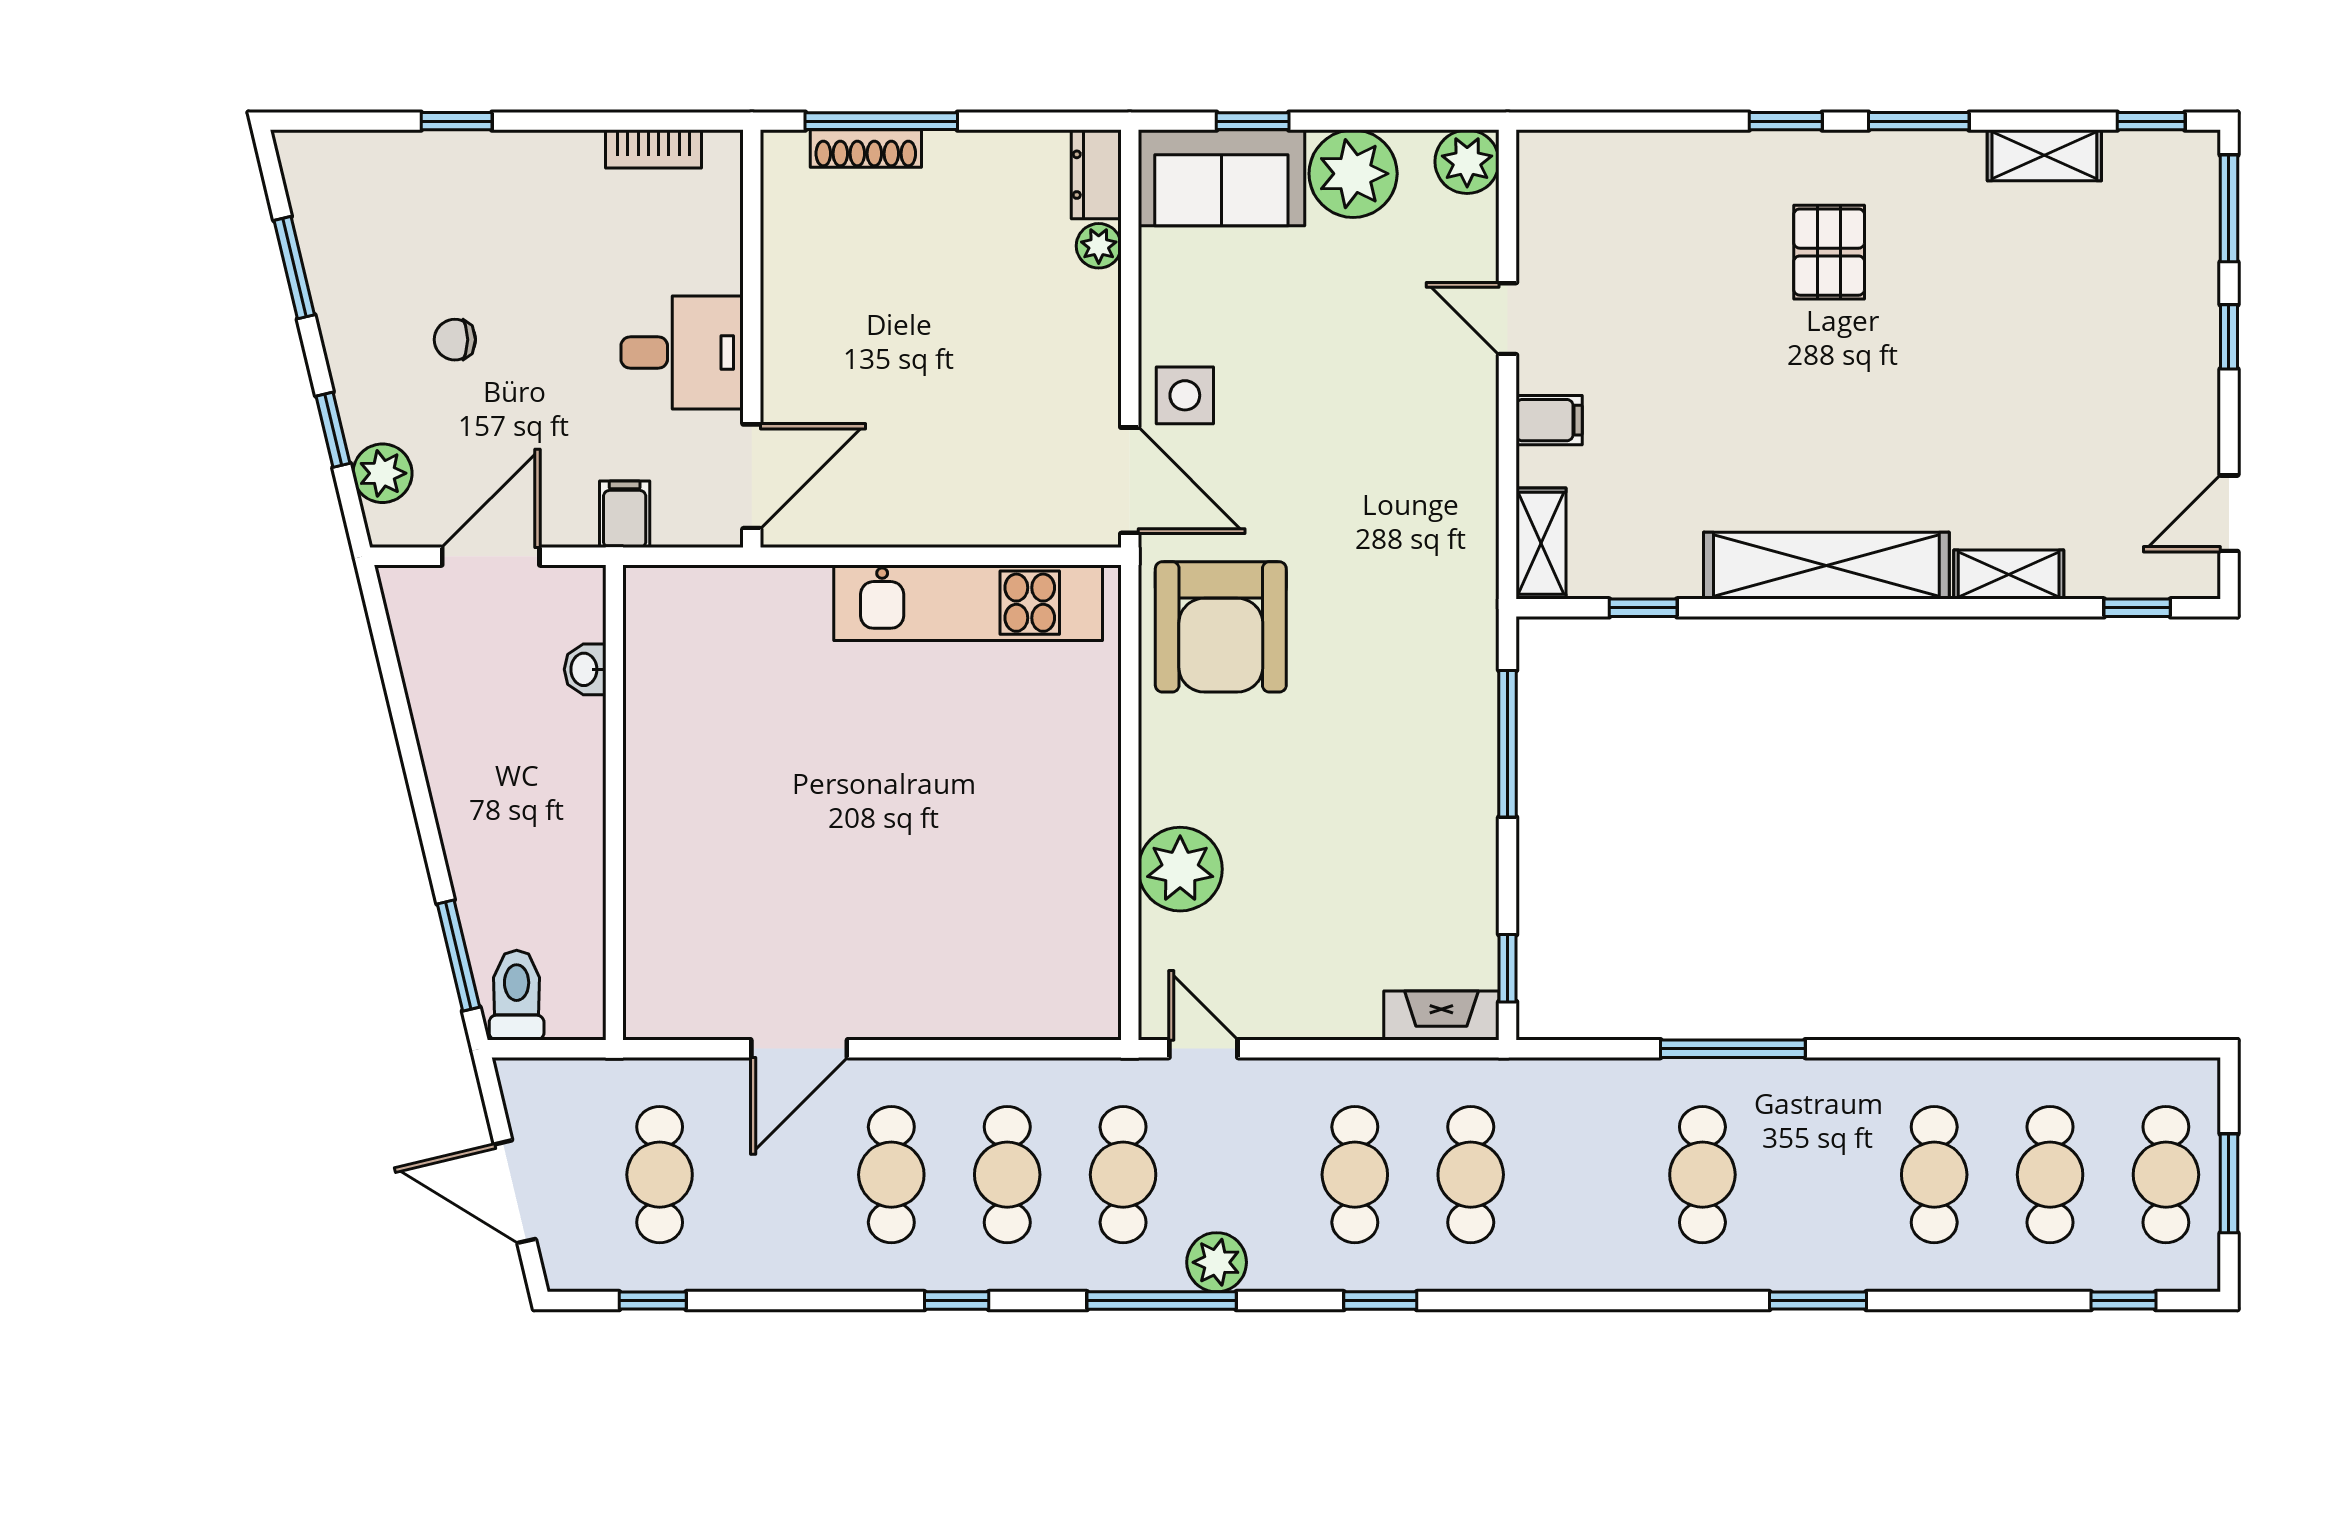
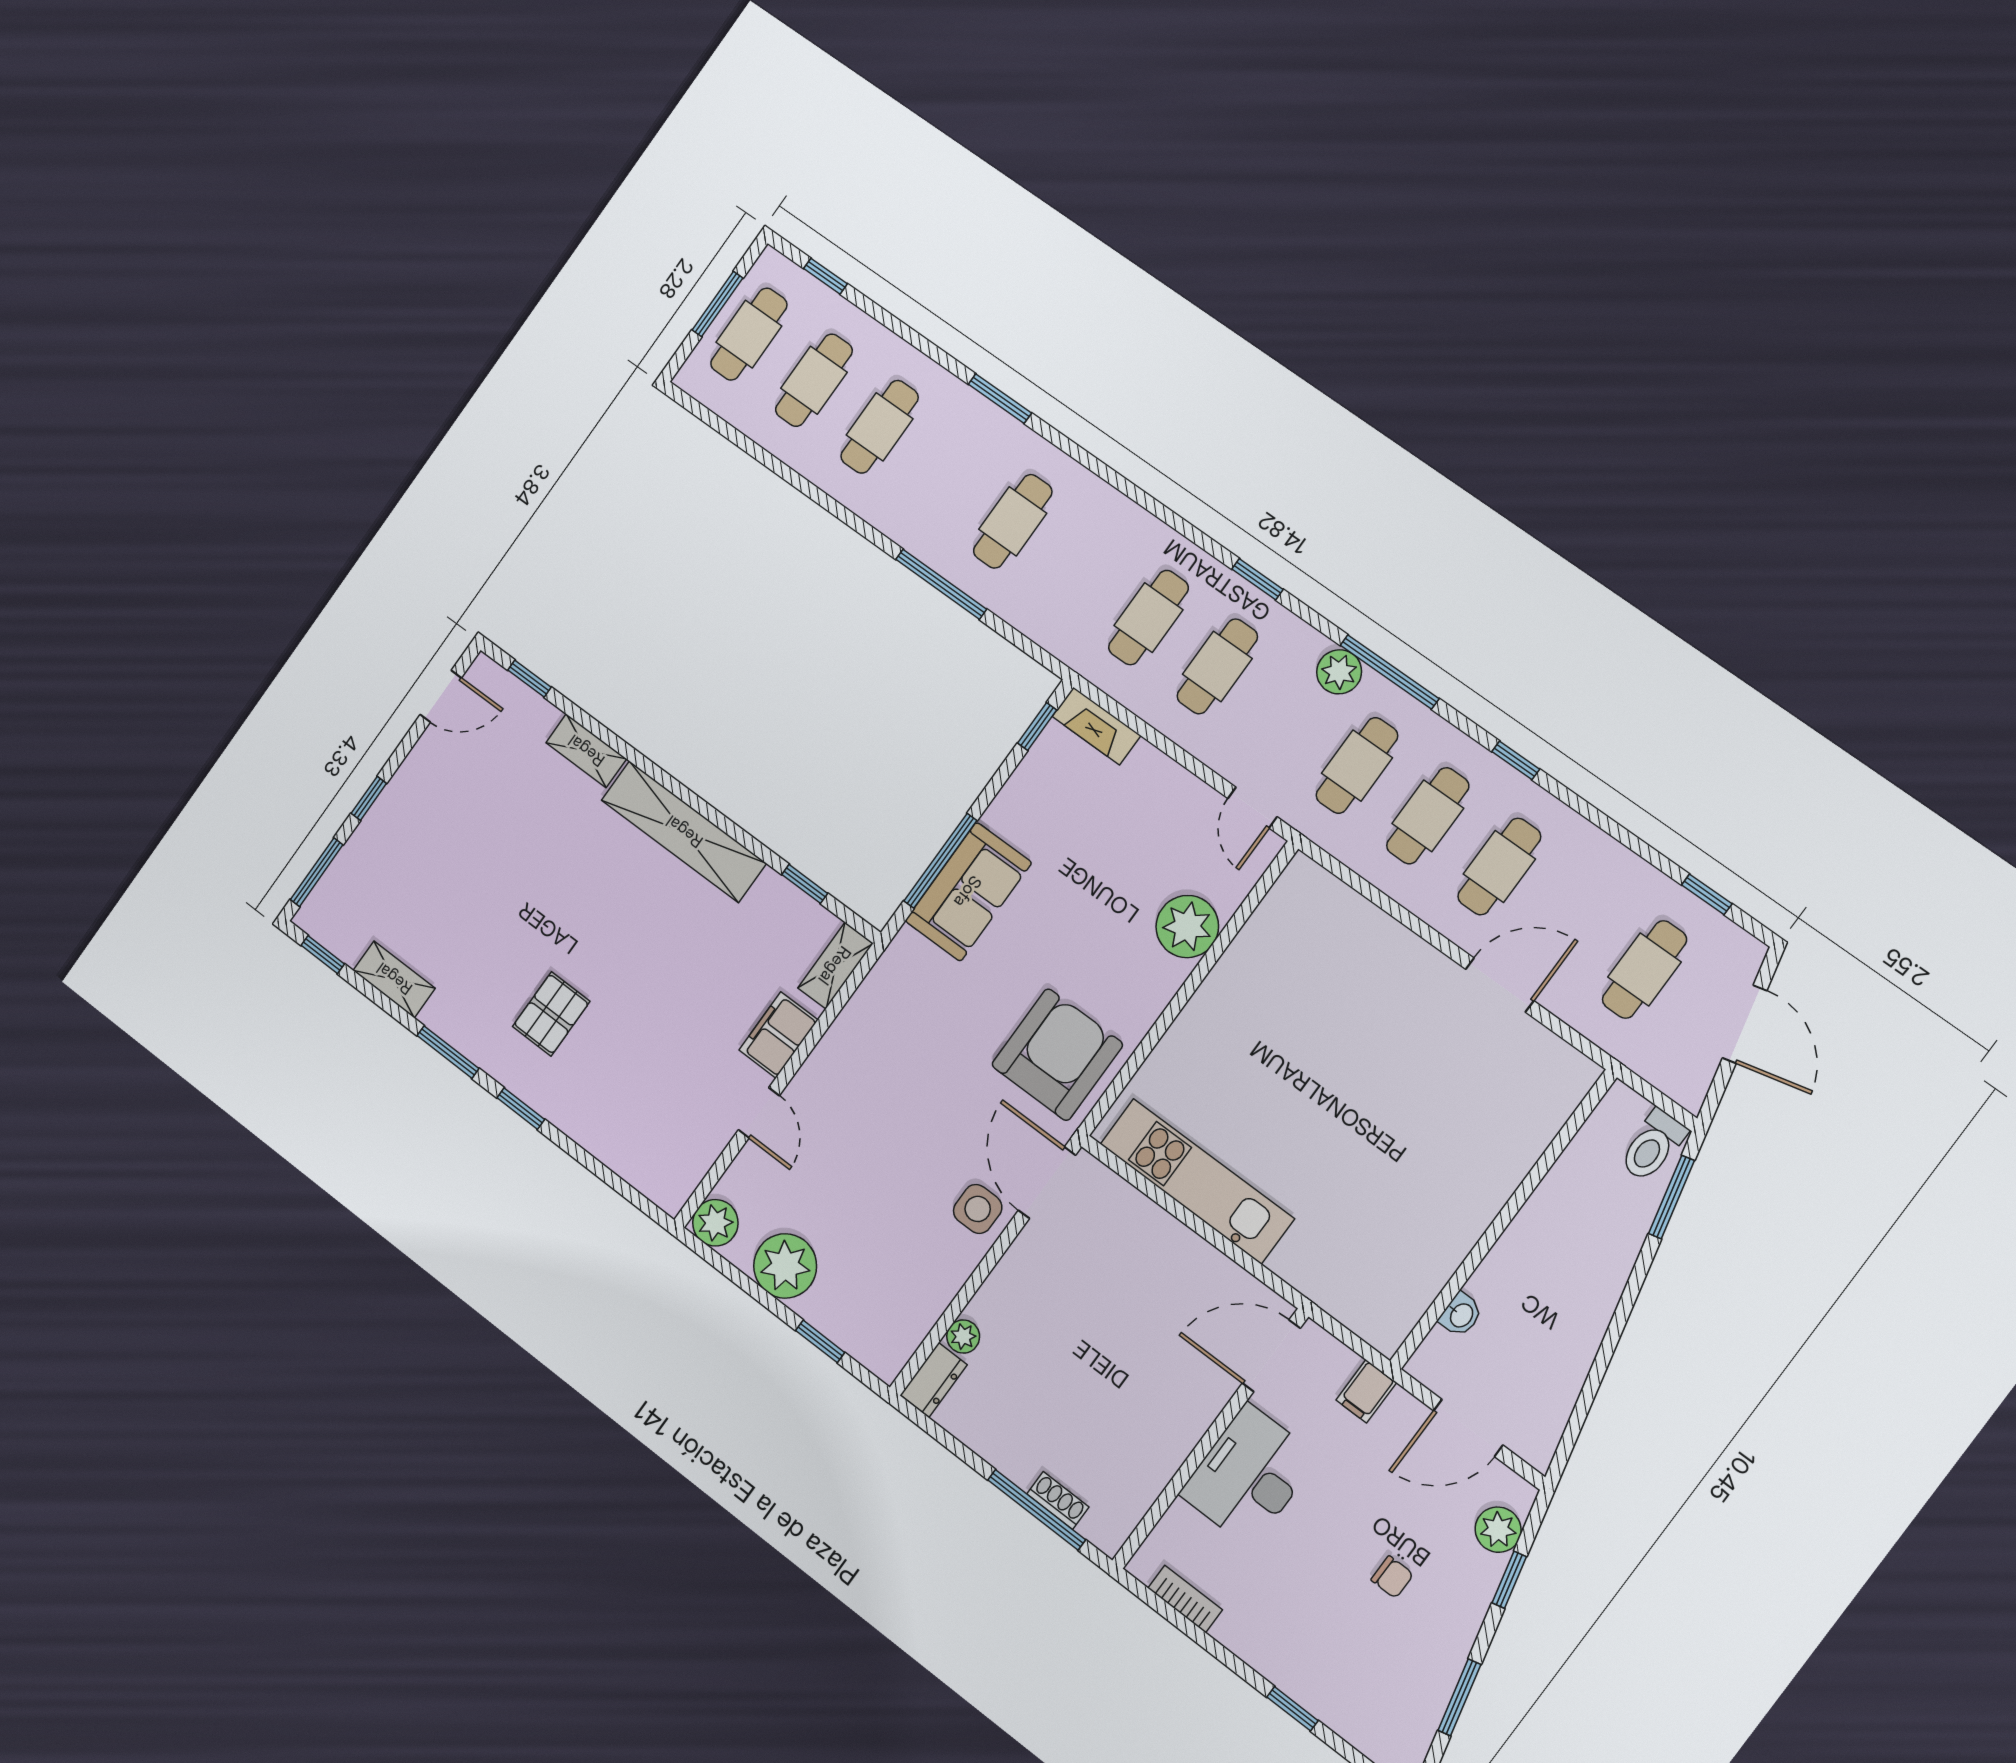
shoe rack: (866, 149) -> (1058, 1501), width x0.70
sofa: (1221, 178) -> (968, 892), moved, turned 90
desk: (682, 353) -> (1249, 1476), width x1.37
filing cabinet: (1549, 420) -> (778, 1035), width x2.00

